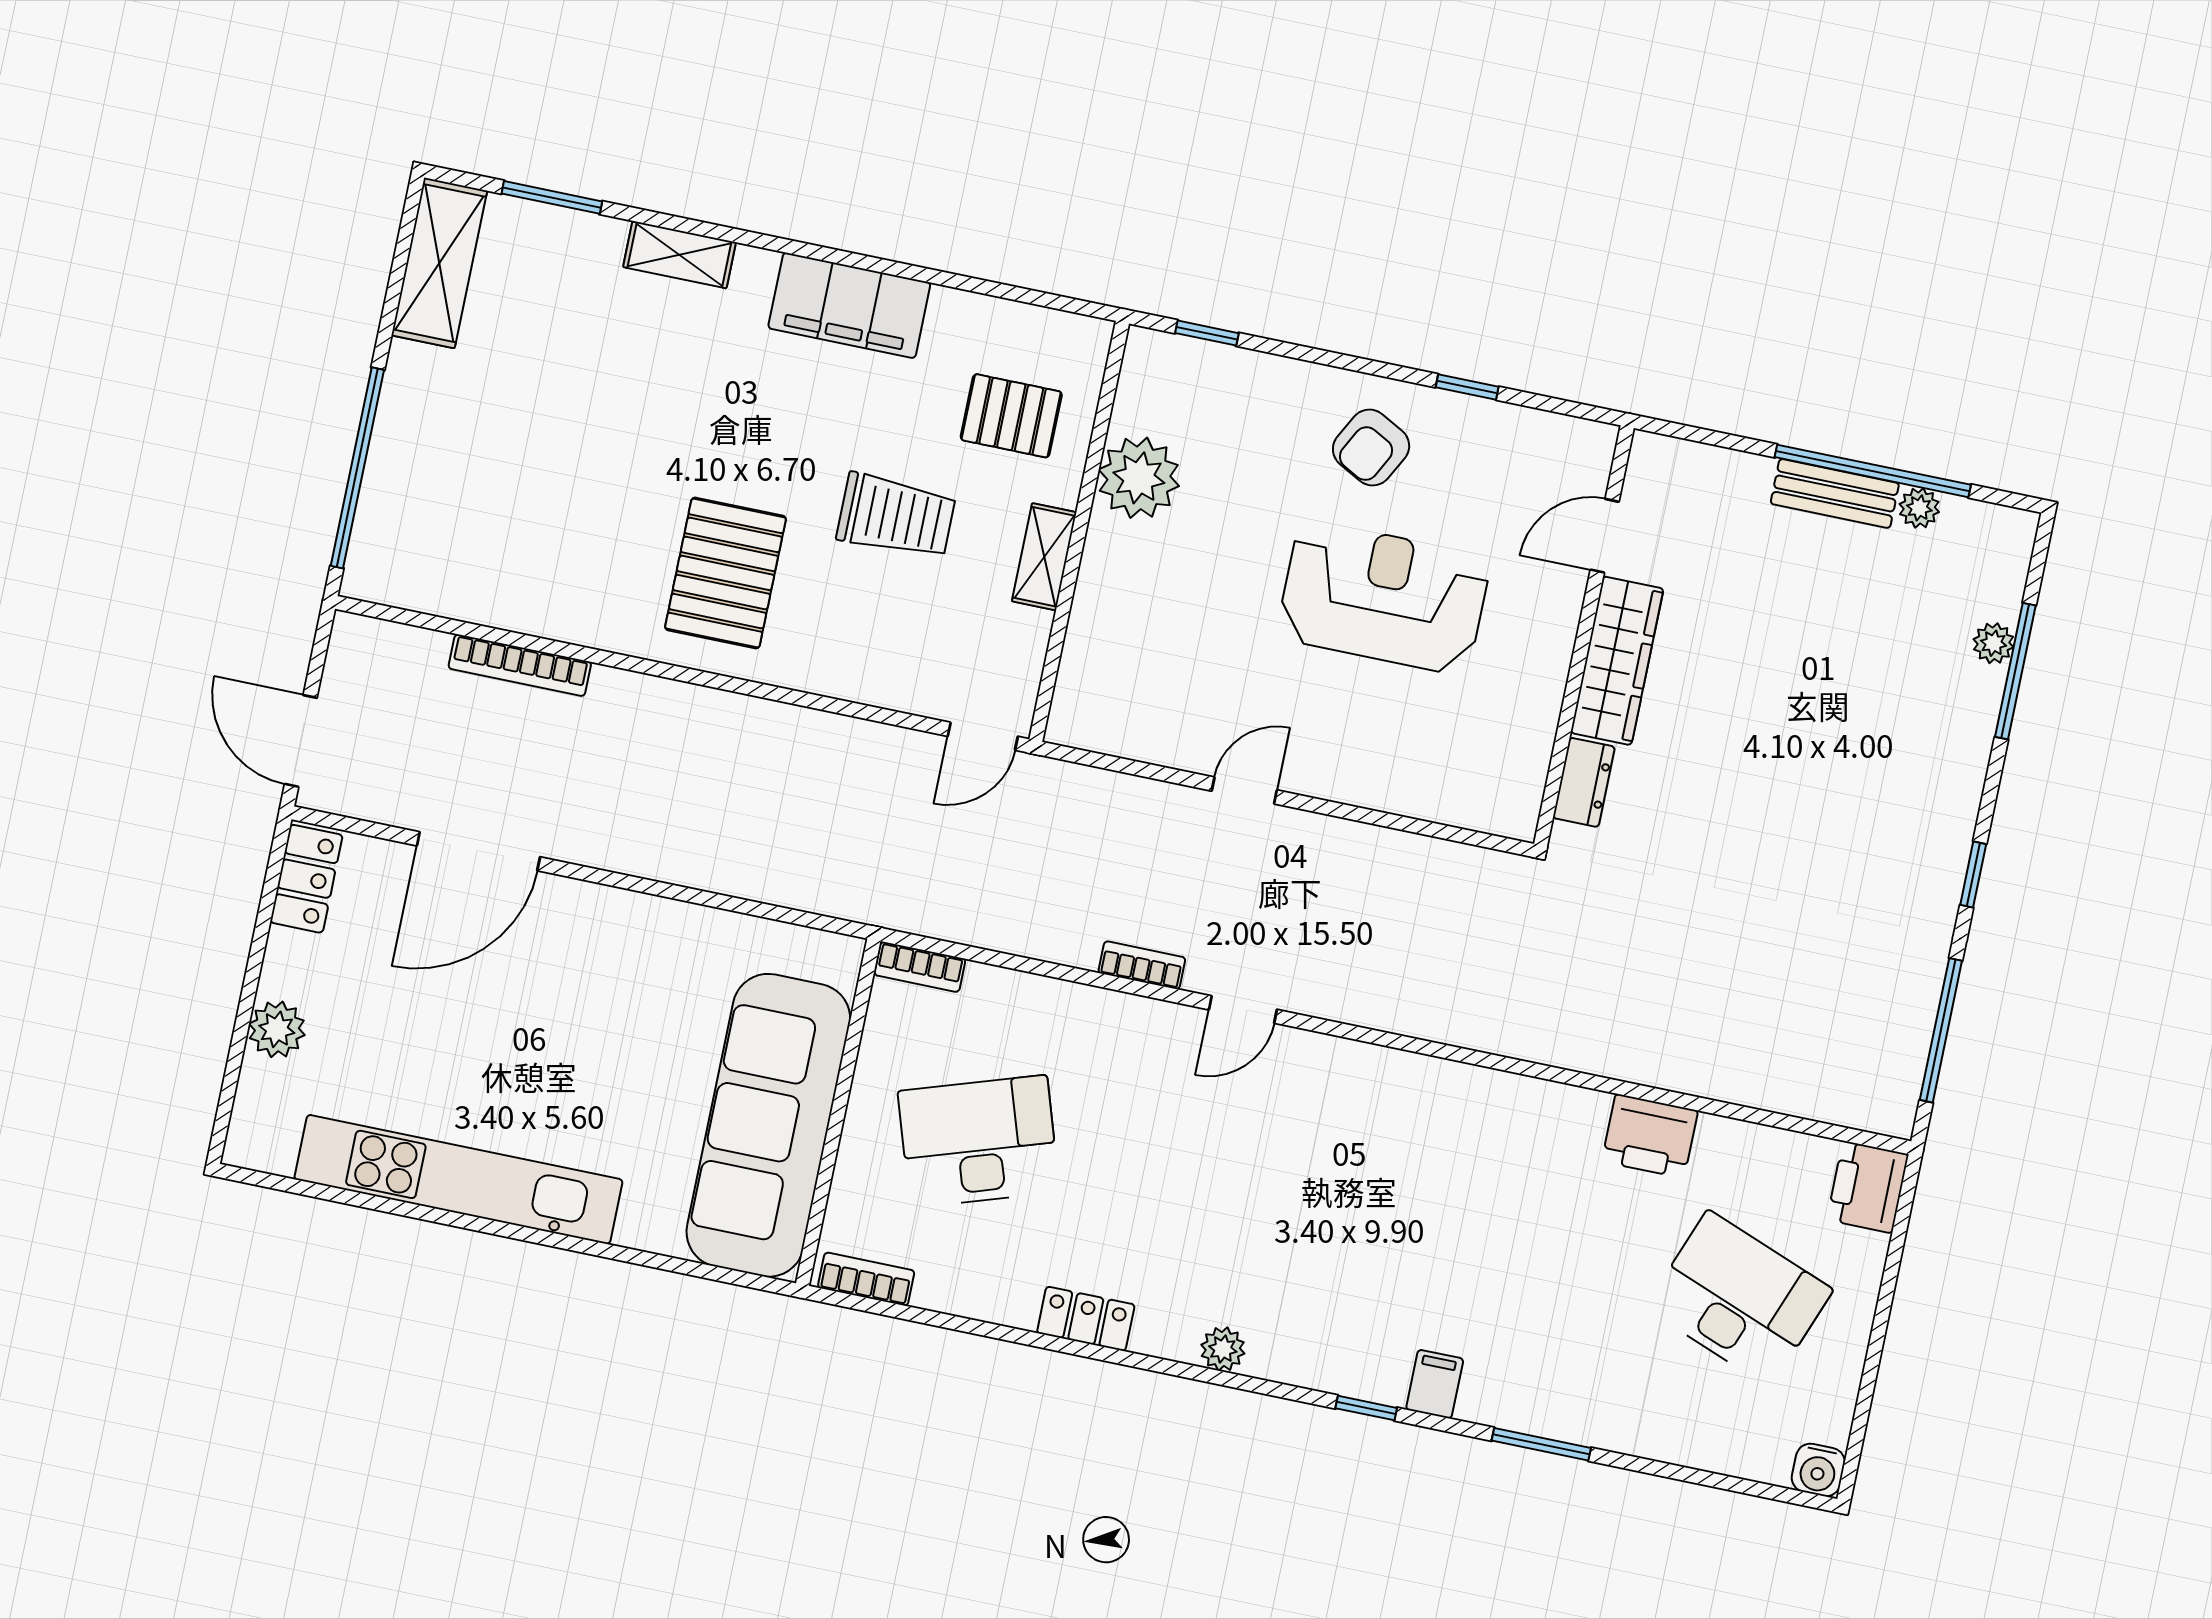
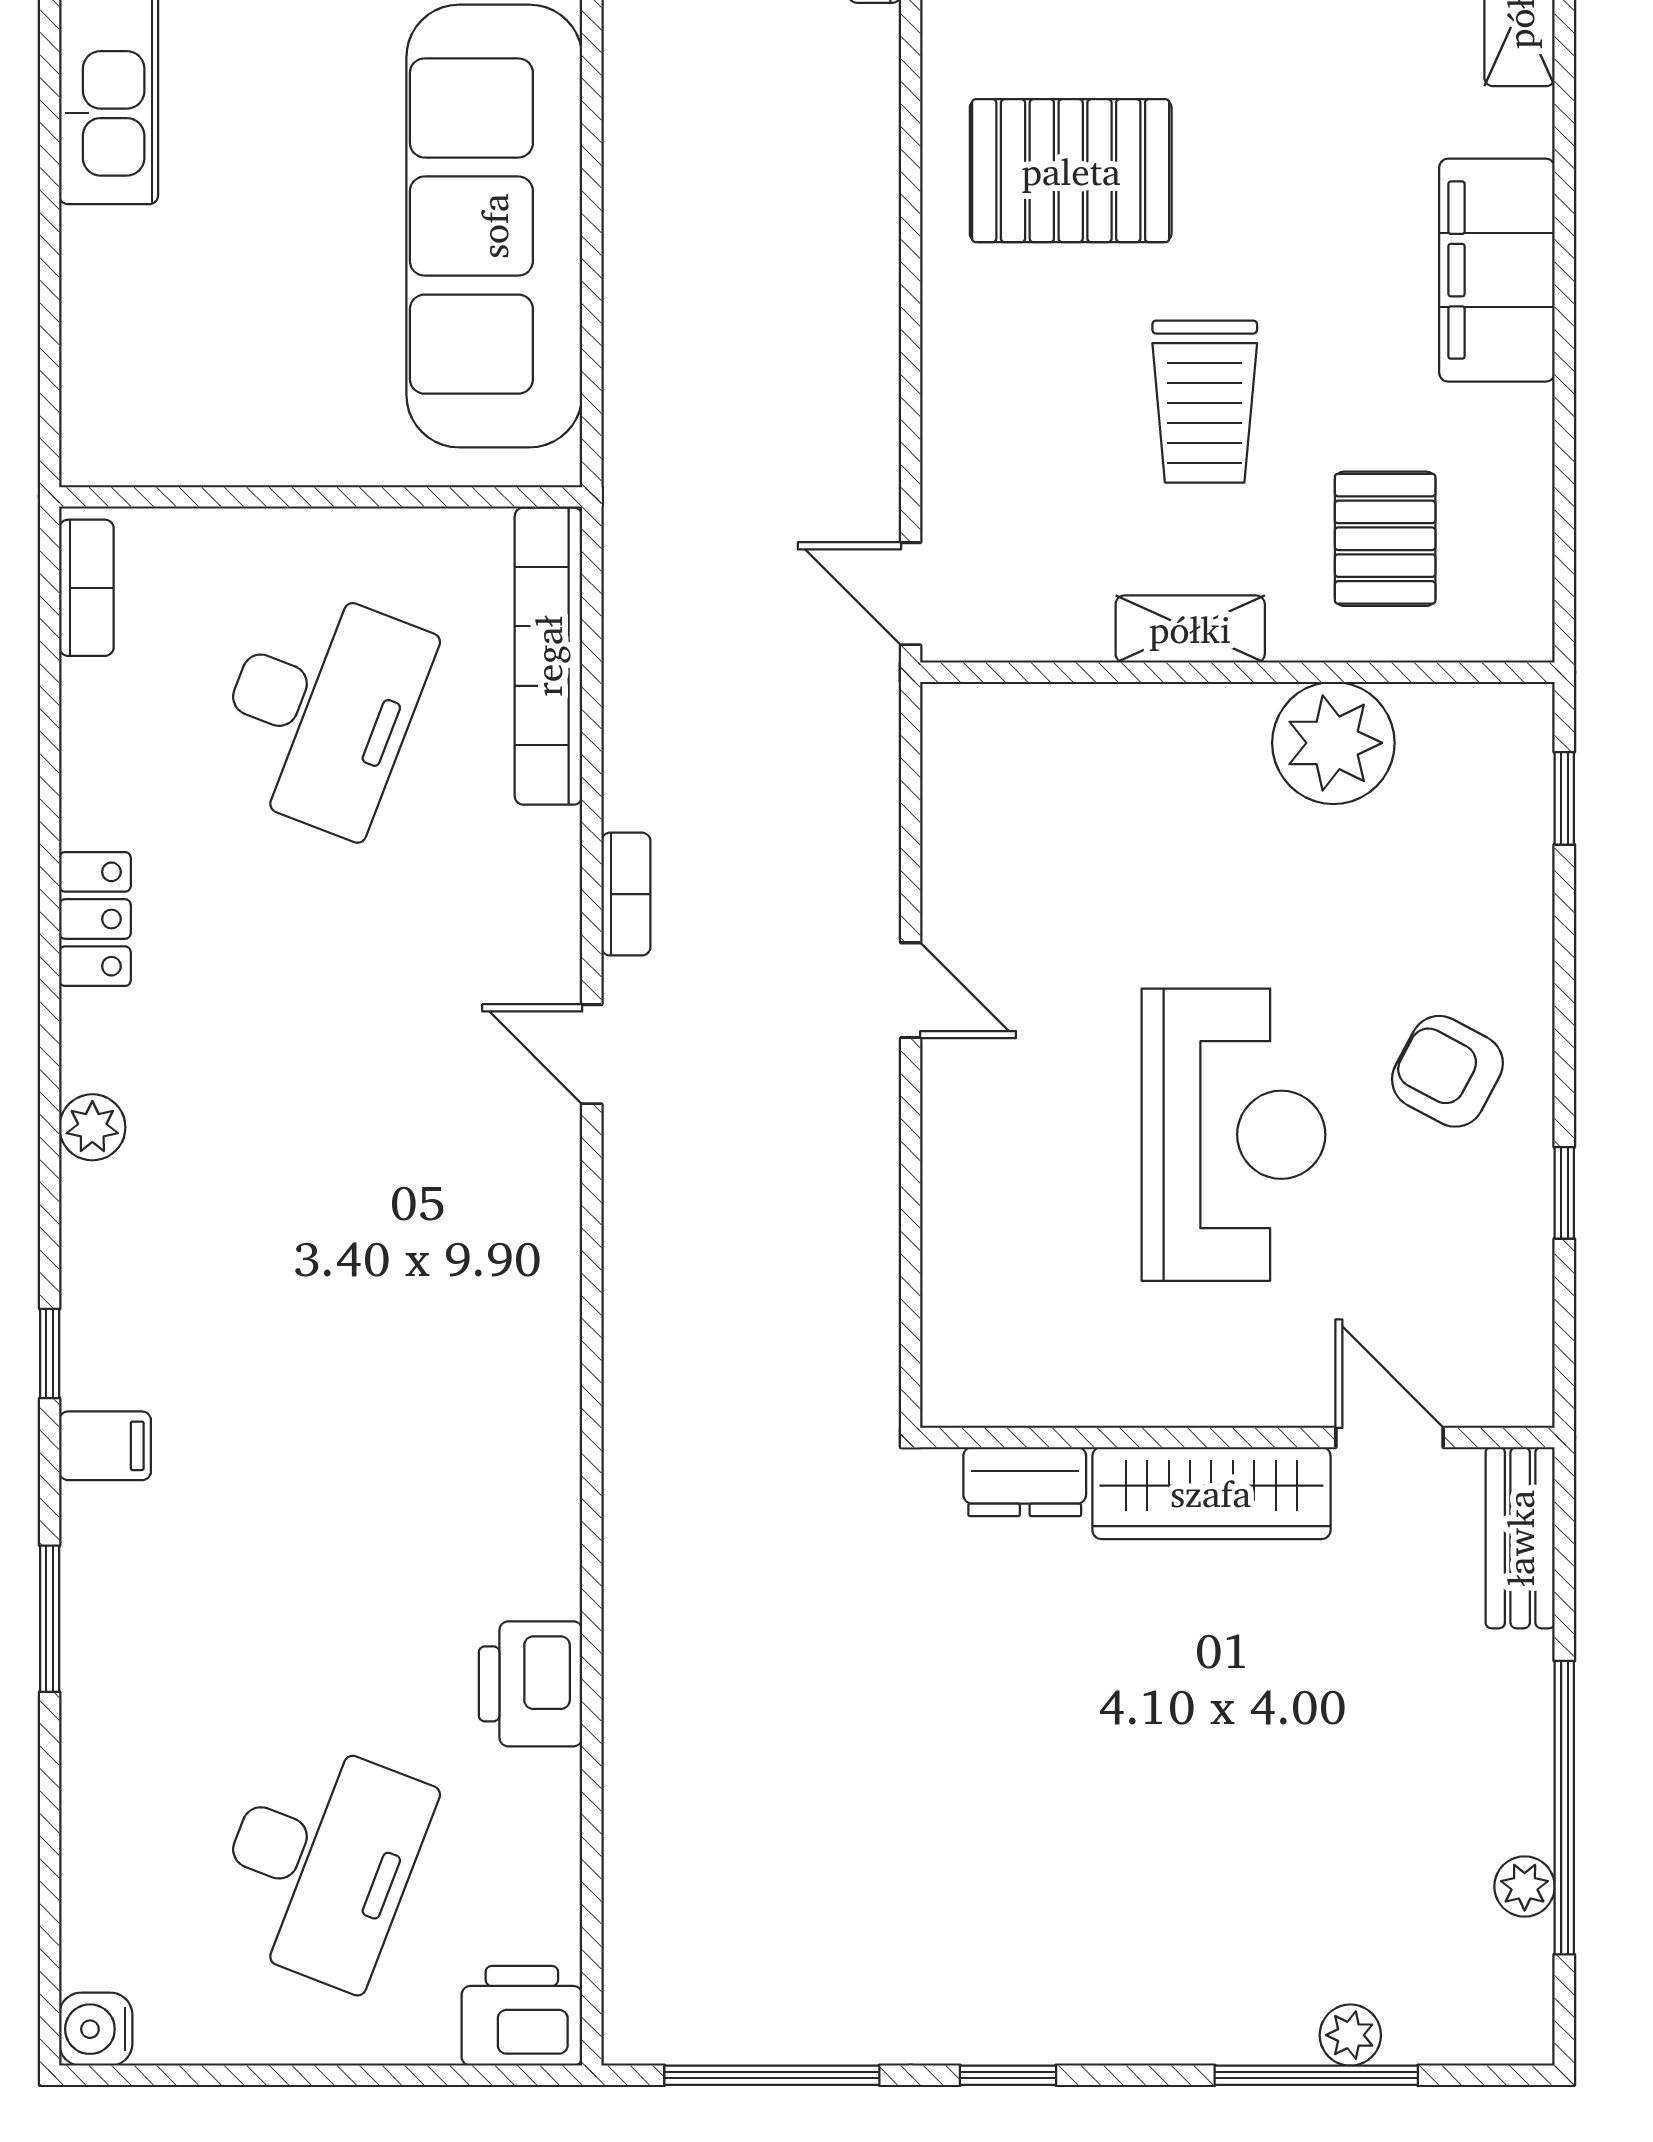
bench: (1835, 493) -> (1520, 1538), moved
bookcase: (920, 967) -> (548, 656), width x2.31, depth x1.31
sofa: (768, 1125) -> (494, 226), moved, turned -90
desk: (979, 1141) -> (321, 710), turned 39

